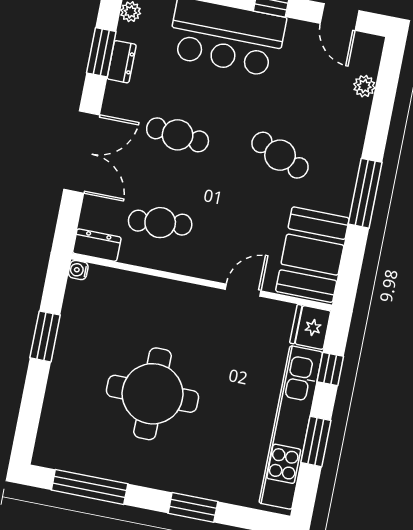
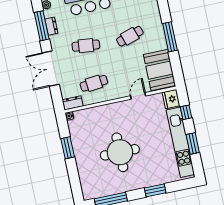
window: (101, 52) -> (42, 26), width x1.44
double door: (82, 152) -> (51, 69), swing flipped
cafe table: (280, 155) -> (130, 36), turned -42

